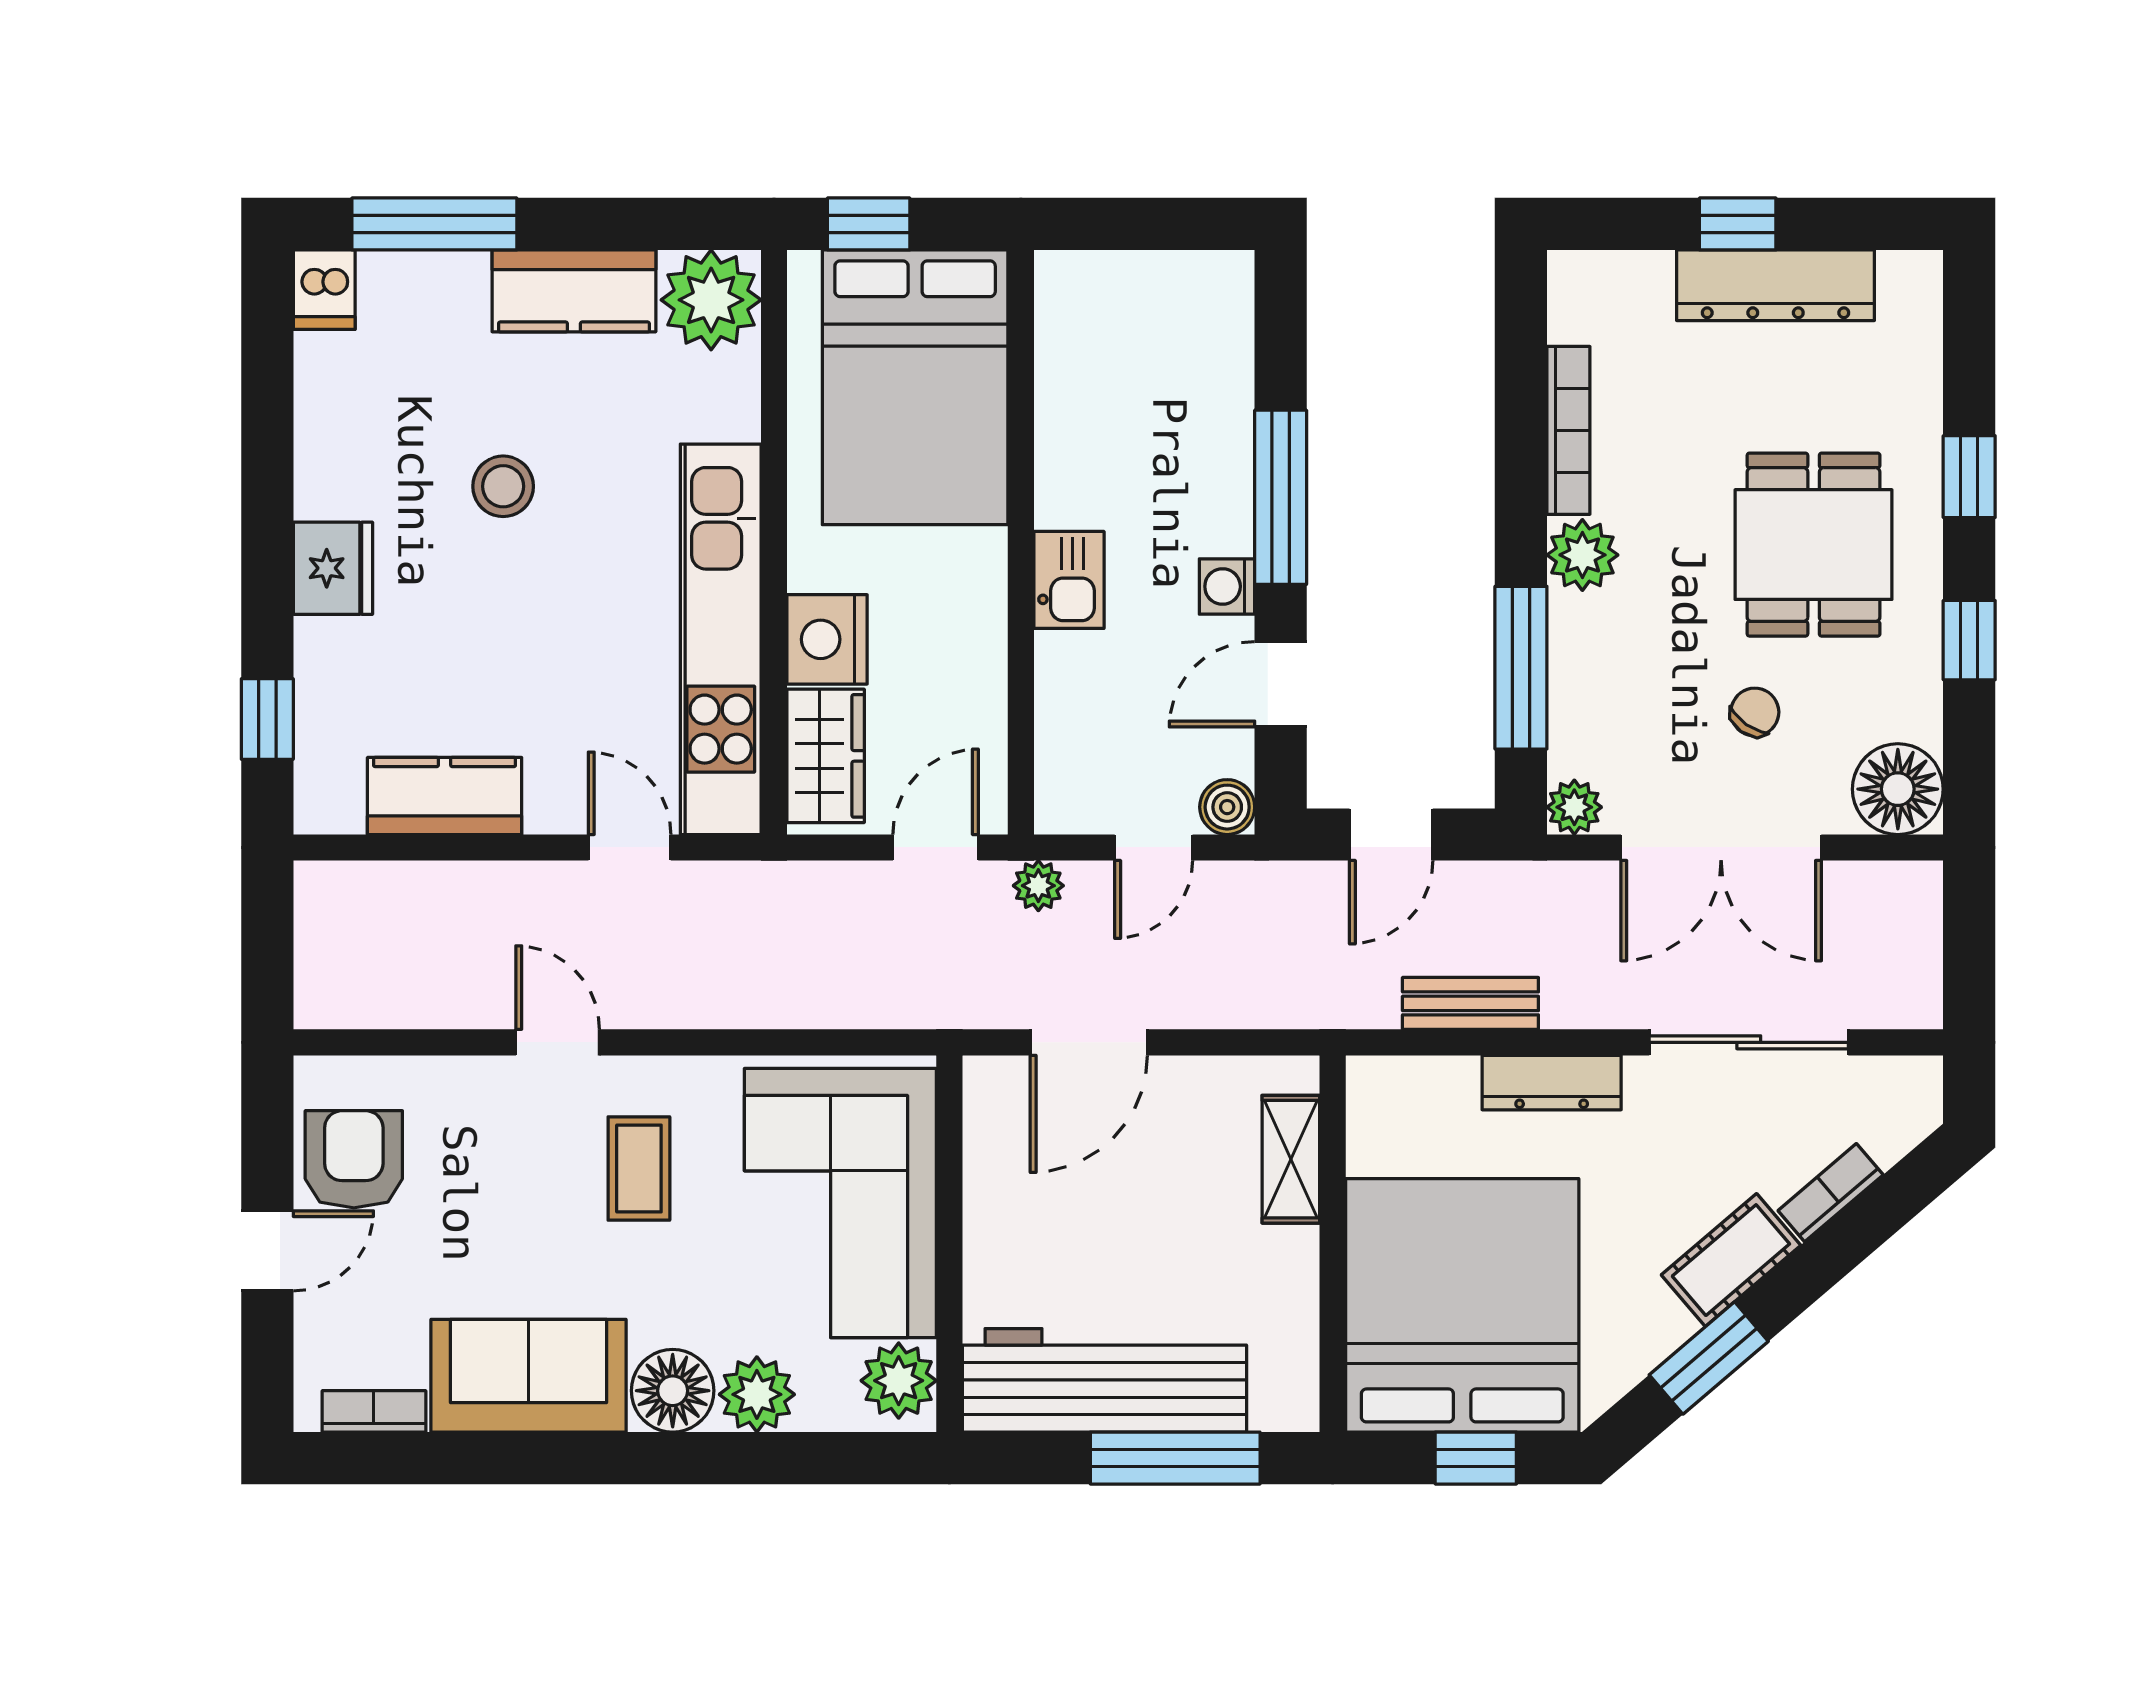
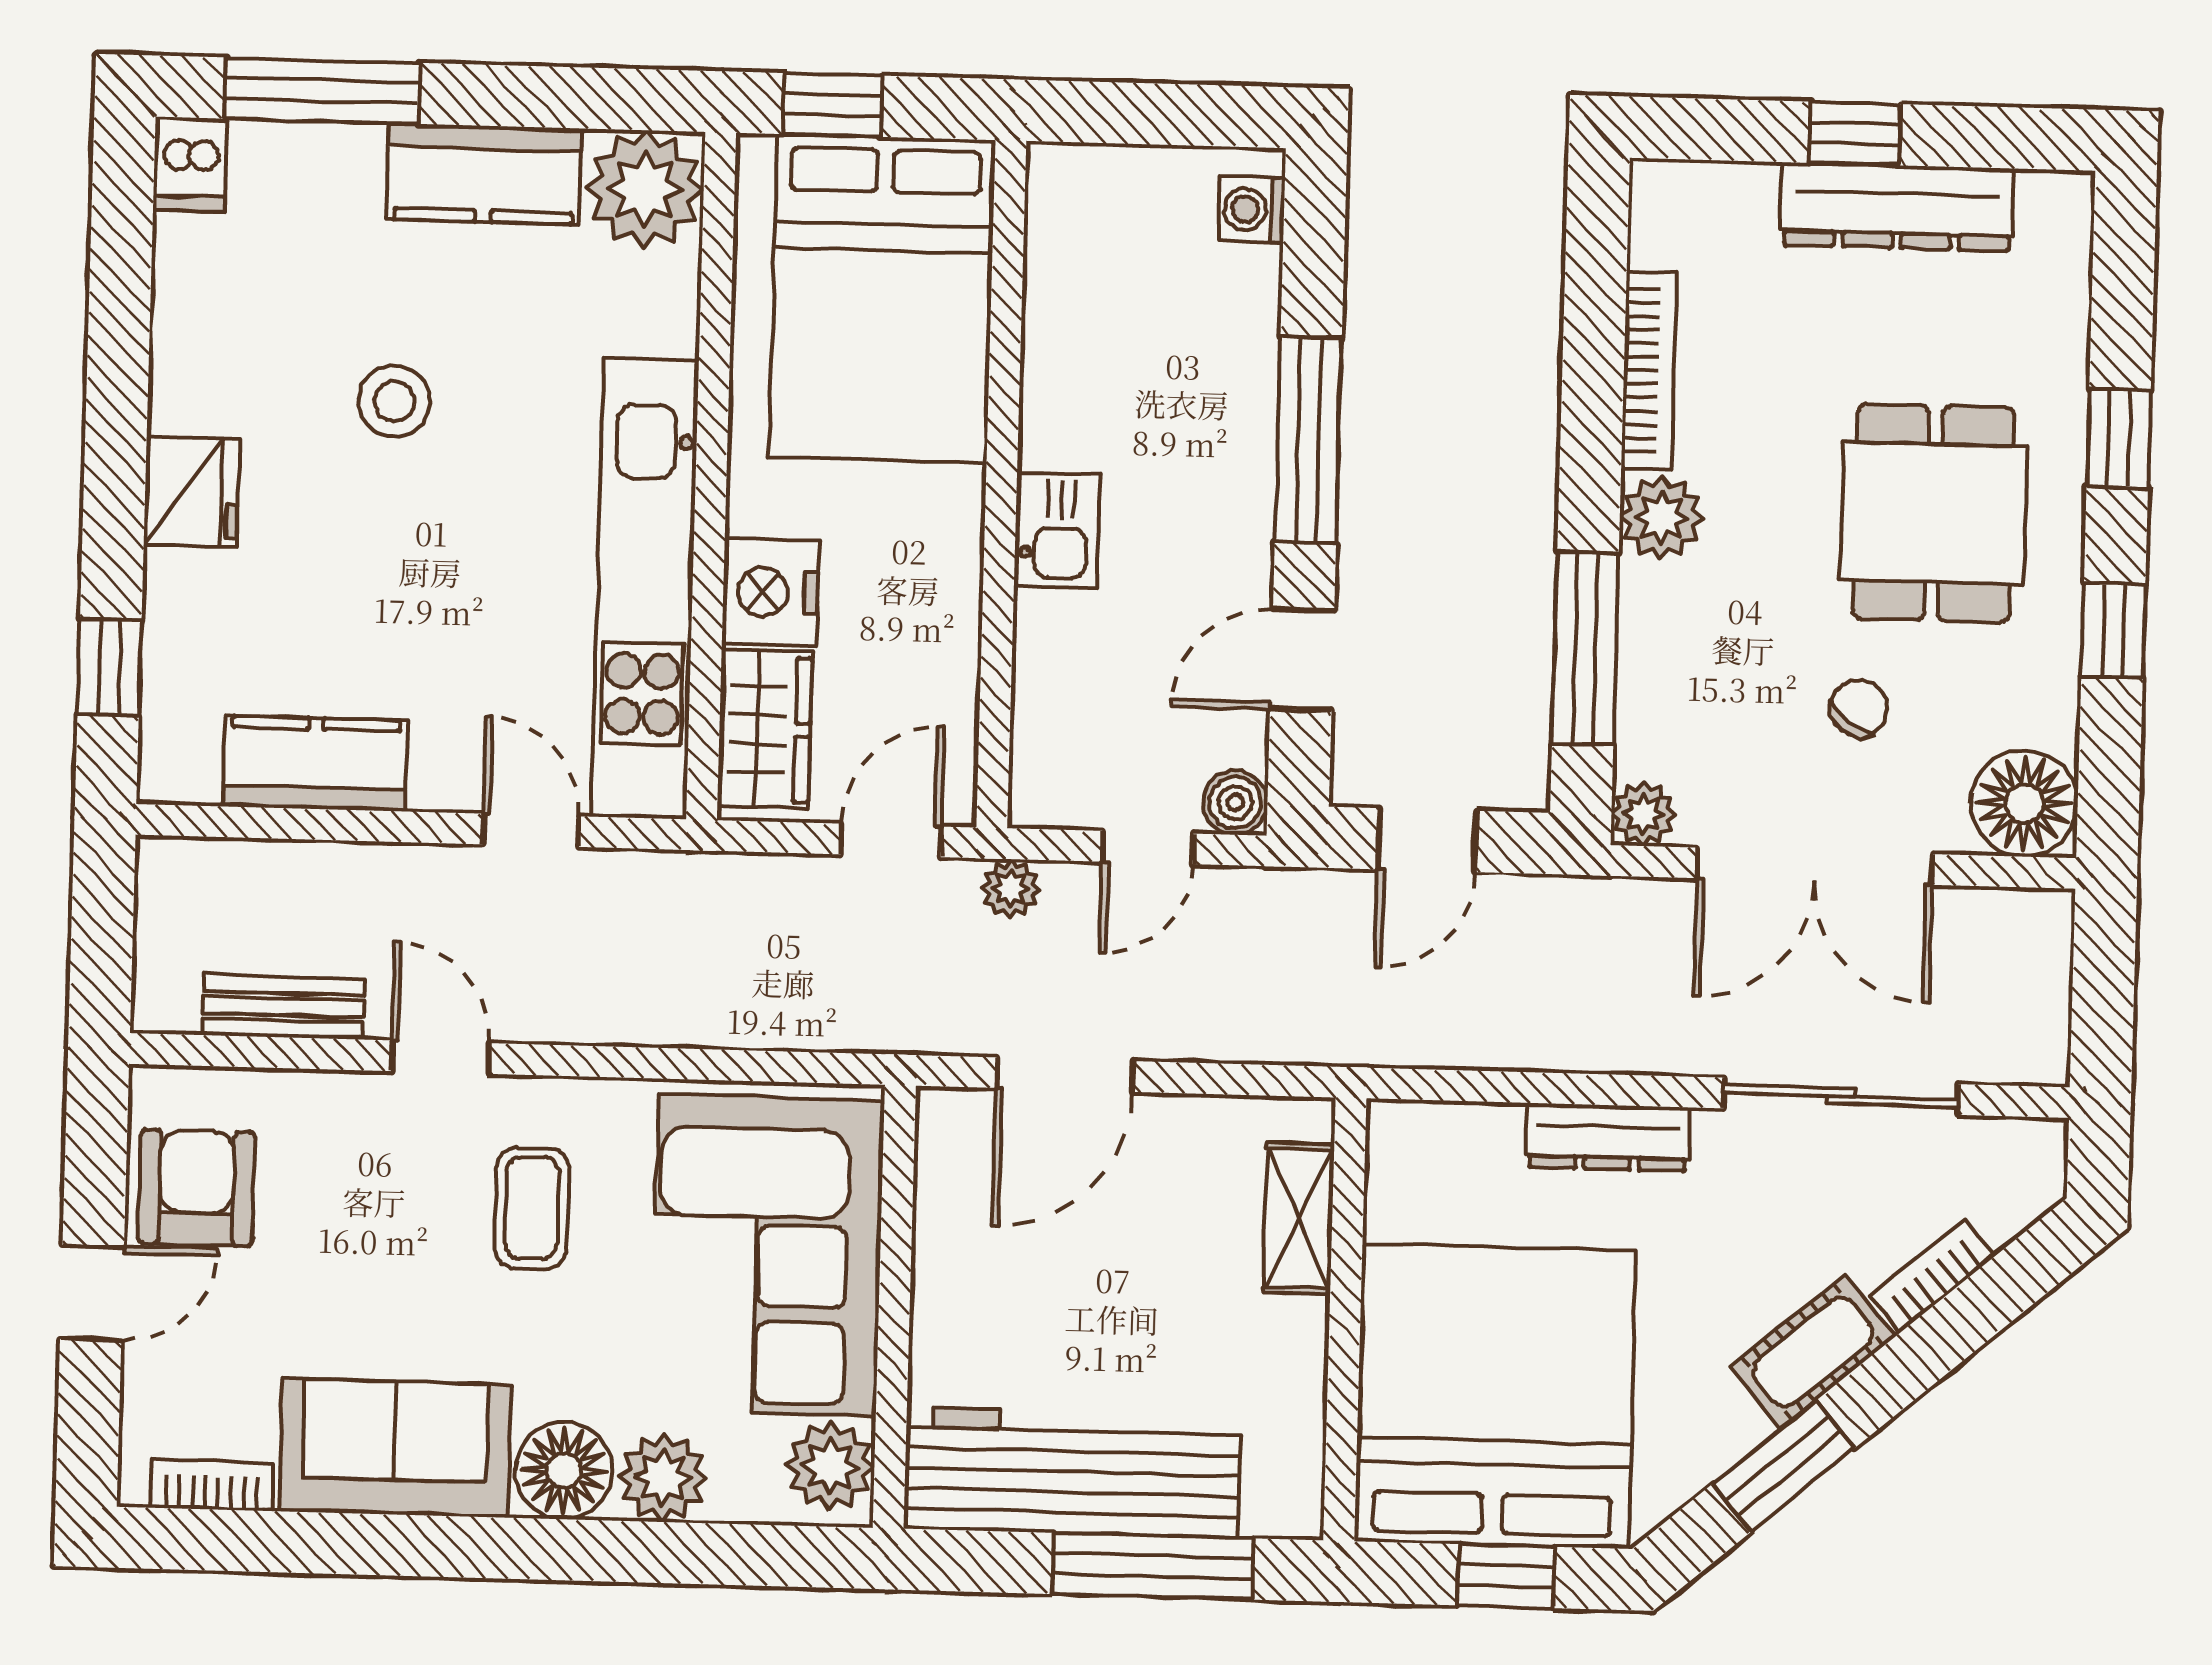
washing machine: (1227, 586) -> (1252, 209), moved
bench: (1470, 1003) -> (283, 1007), moved

